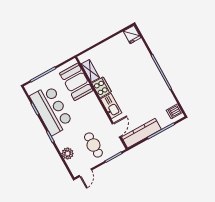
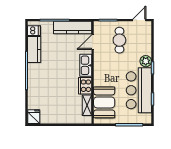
kitchen counter: (165, 95) -> (34, 50), added
plant: (68, 153) -> (146, 61), moved

